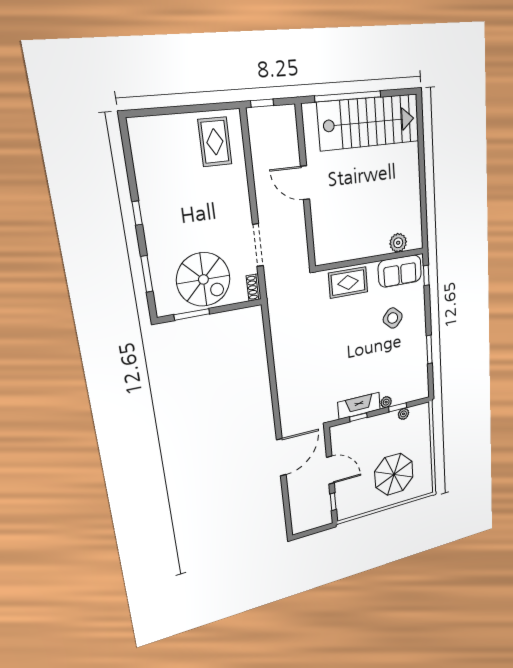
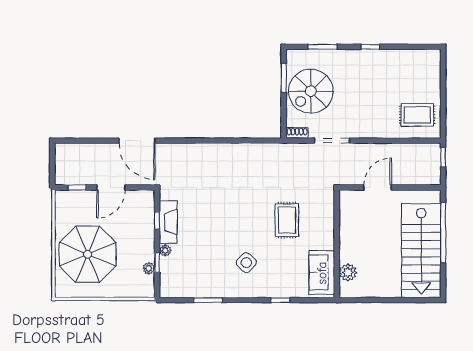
plant: (398, 243) -> (348, 272), moved
wall: (371, 260) -> (337, 244), moved
sofa: (400, 271) -> (322, 273), moved
parasol: (394, 474) -> (88, 254), width x1.36, depth x1.36

